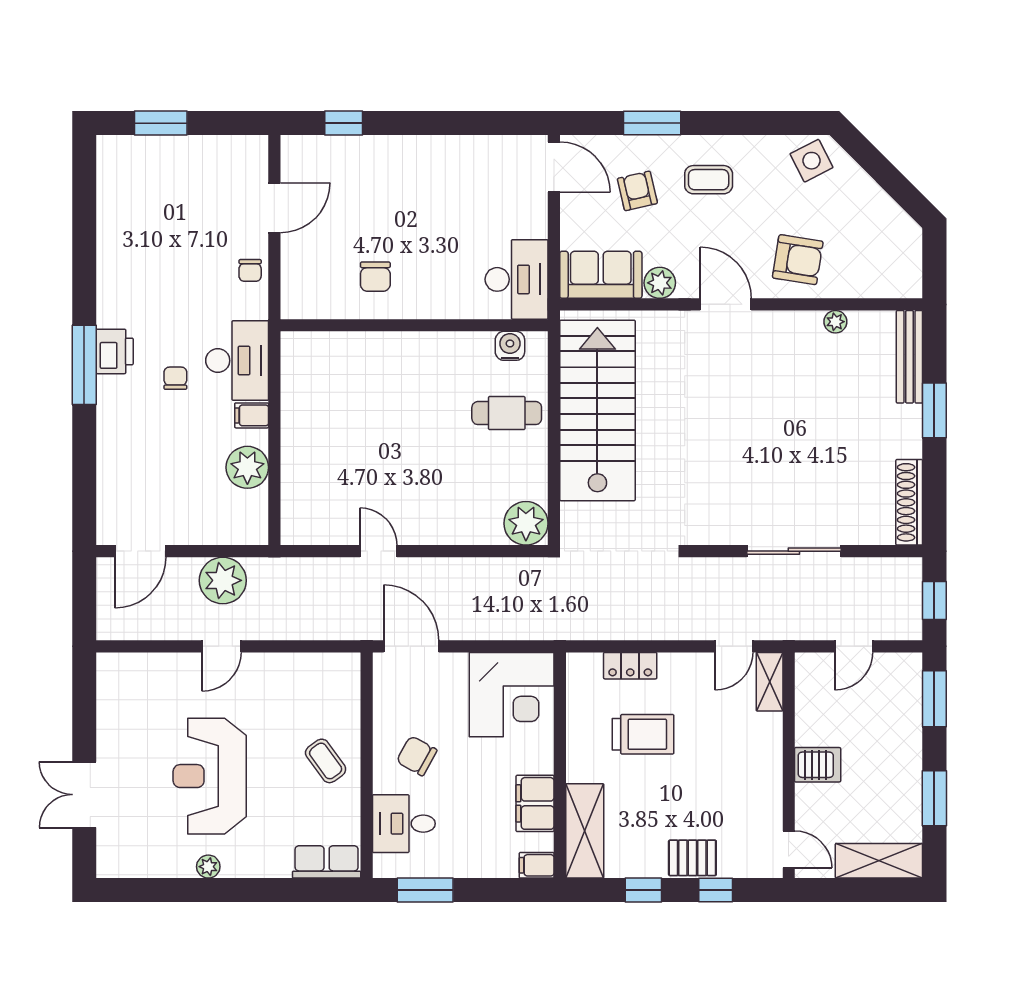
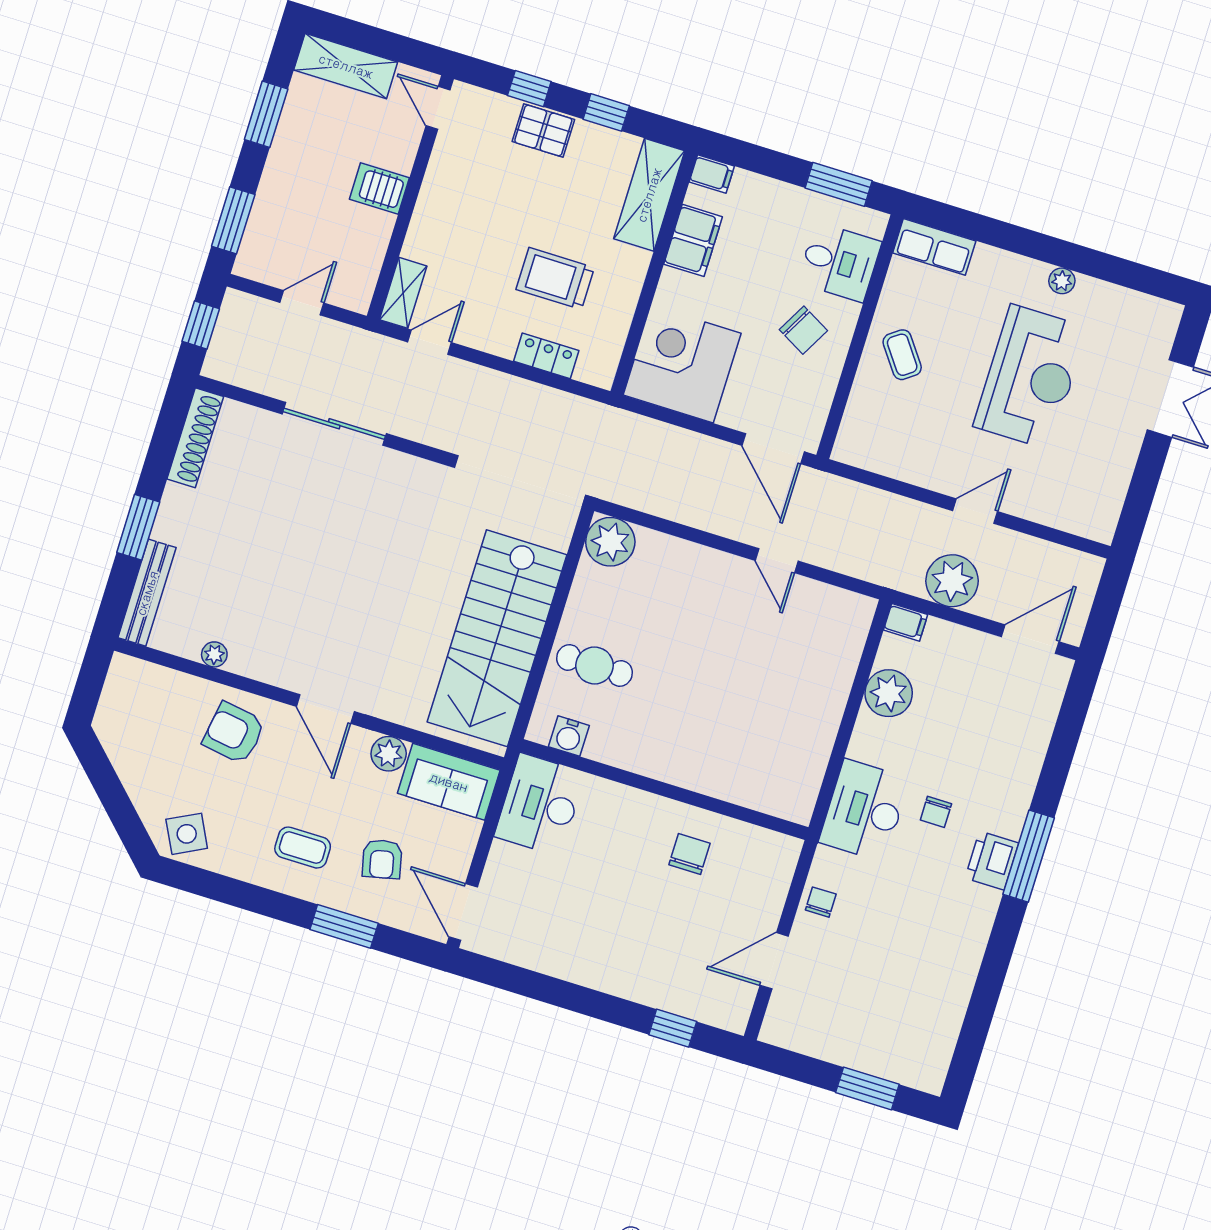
filing cabinet: (252, 415) -> (906, 622), moved

